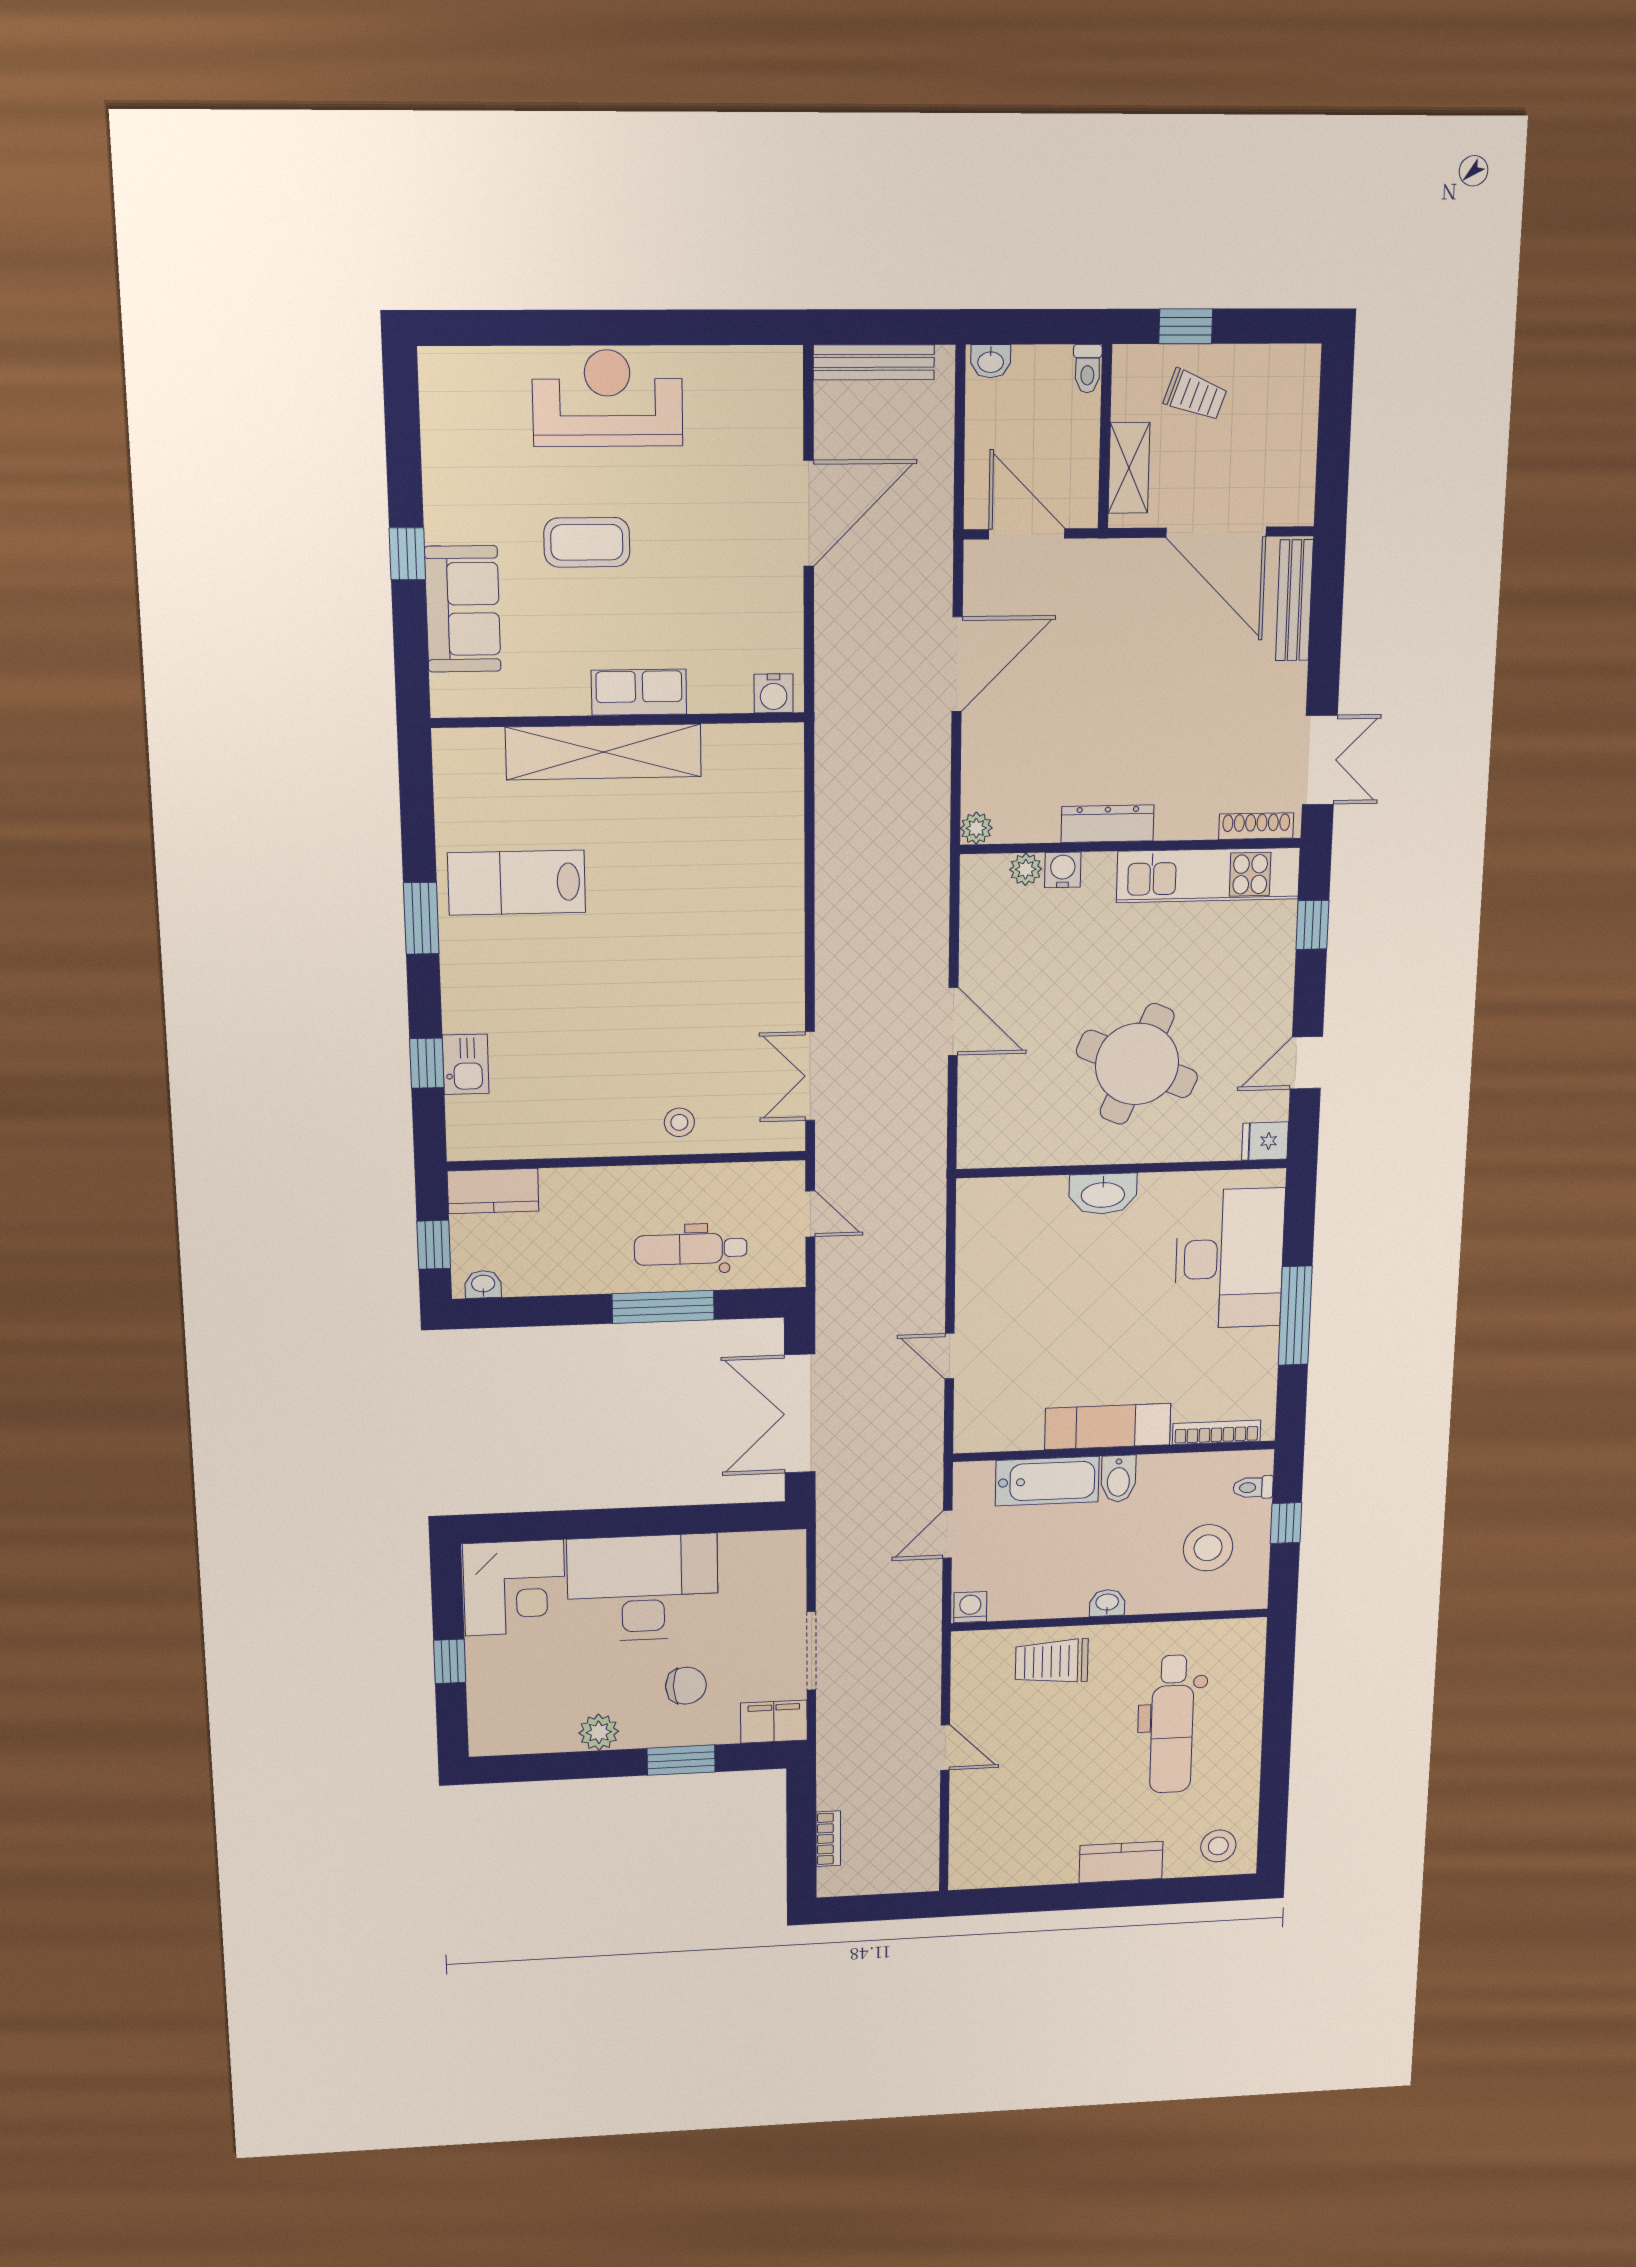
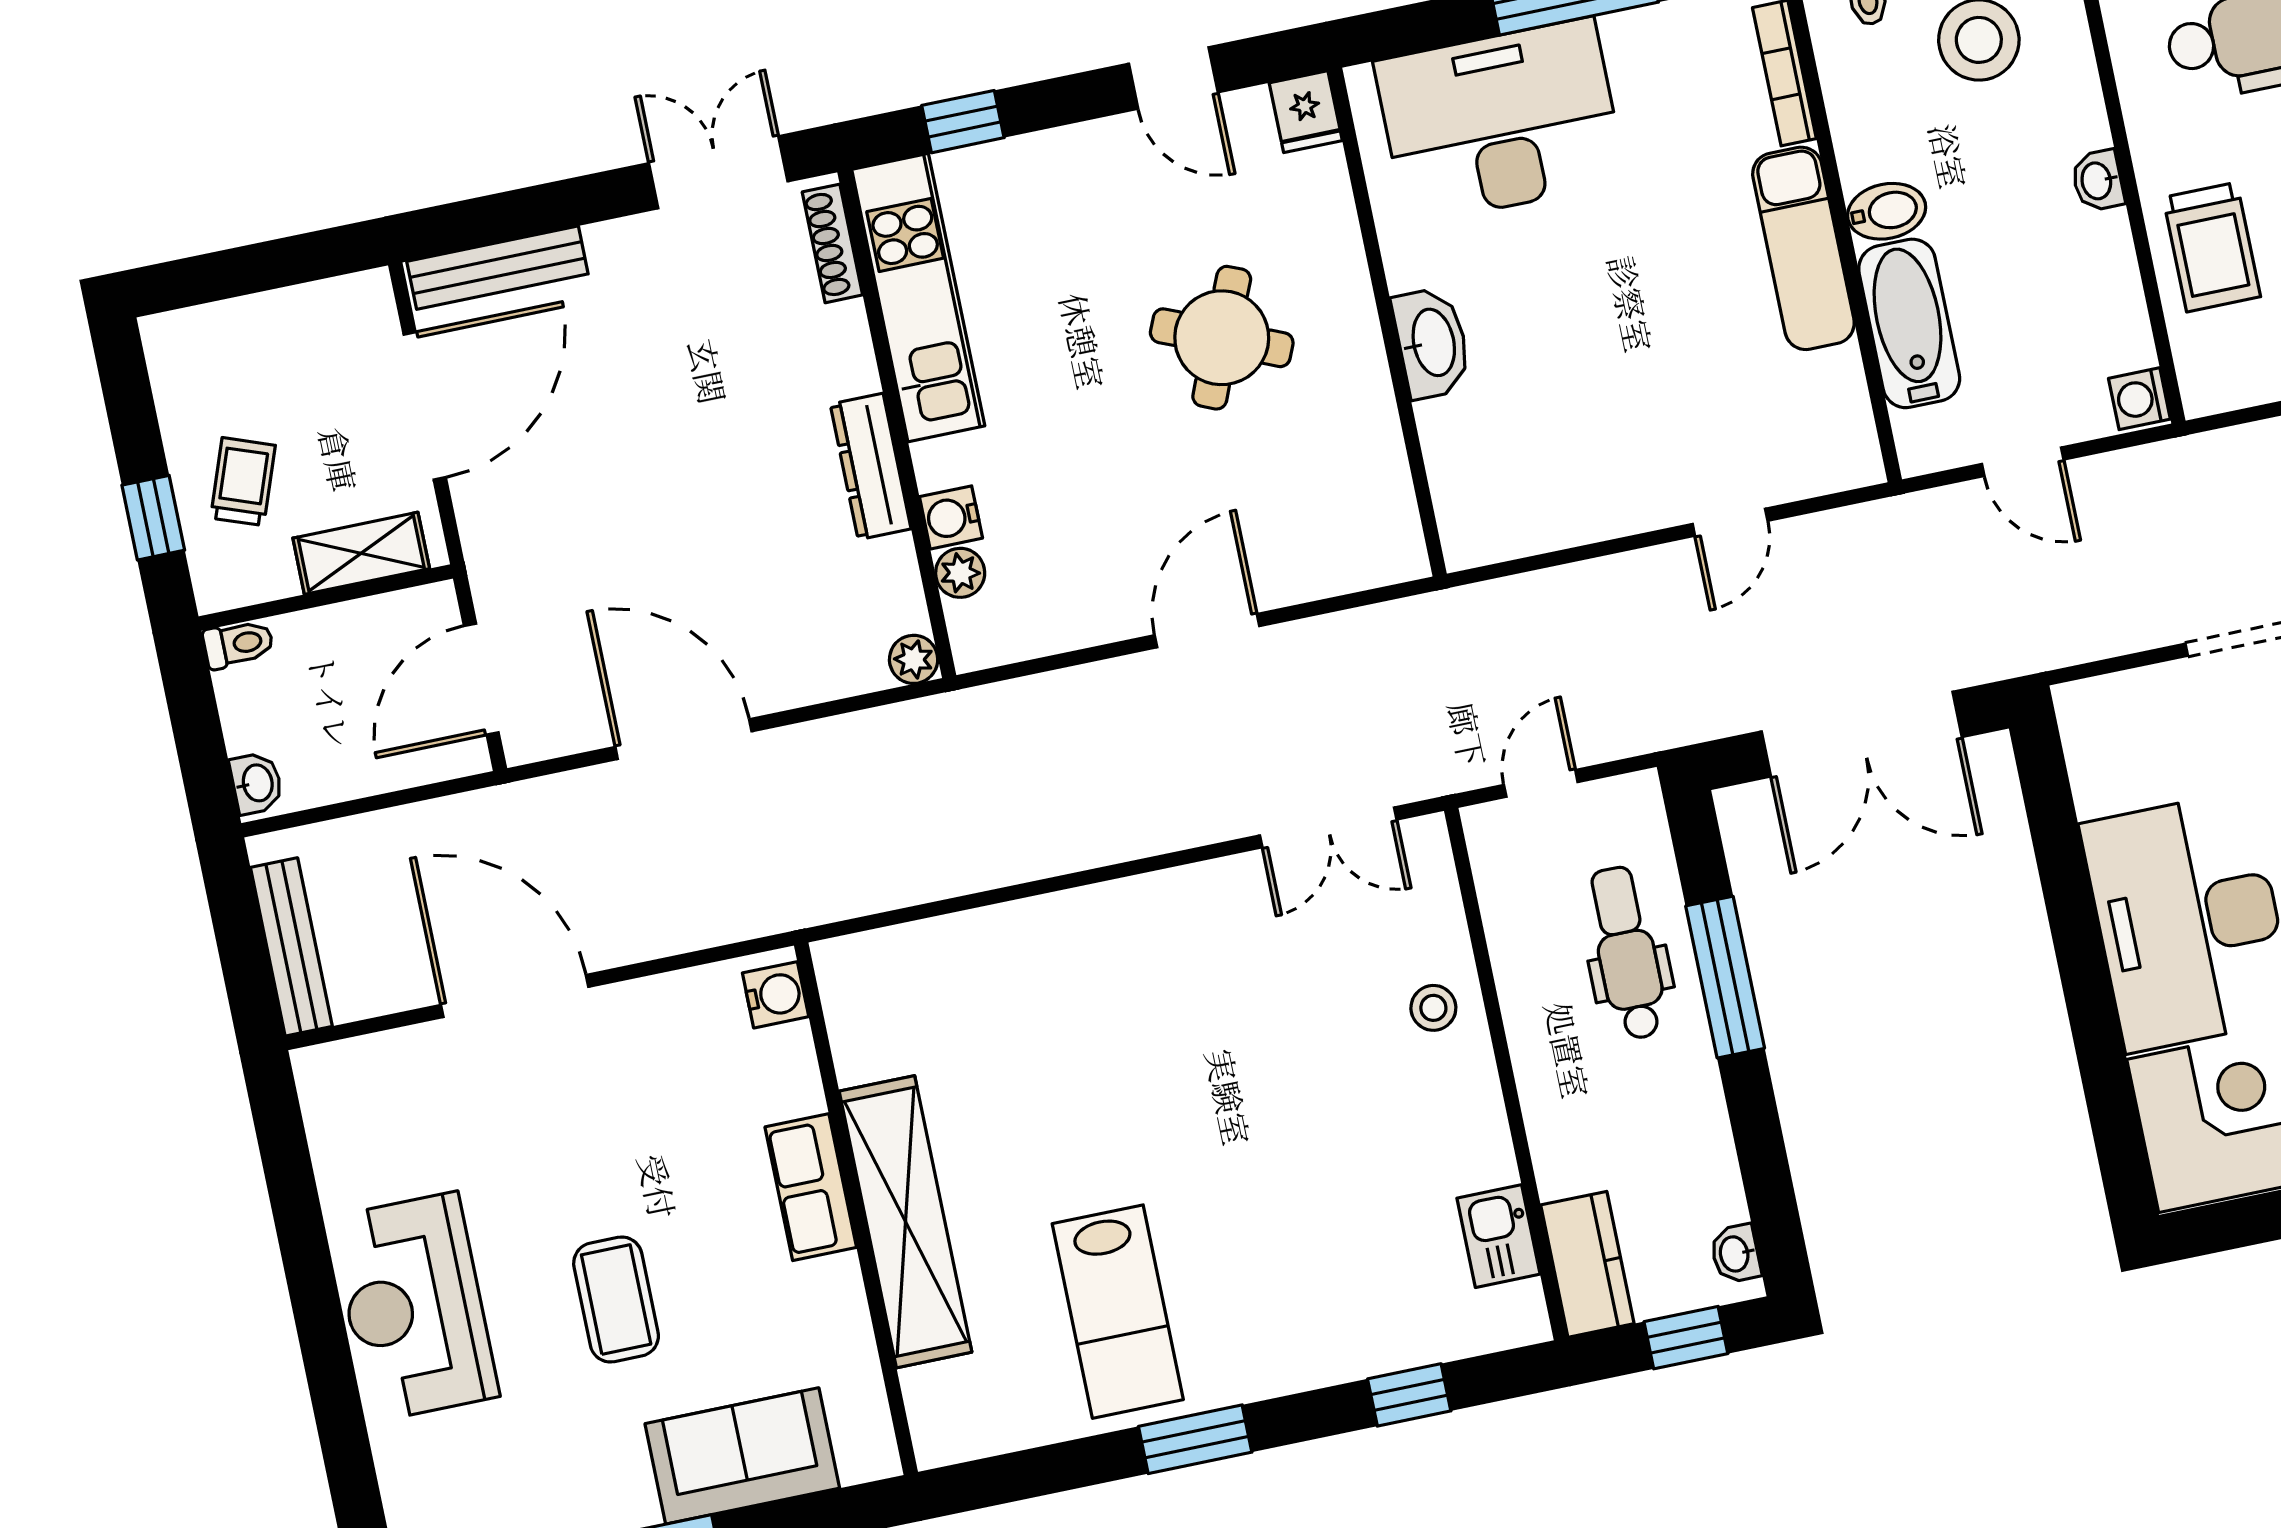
kitchen sink: (466, 1064) -> (1498, 1236), moved, turned -90
round table: (1137, 1064) -> (1222, 338), width x0.73, depth x0.73
dental chair: (691, 1249) -> (1627, 953), turned 180

